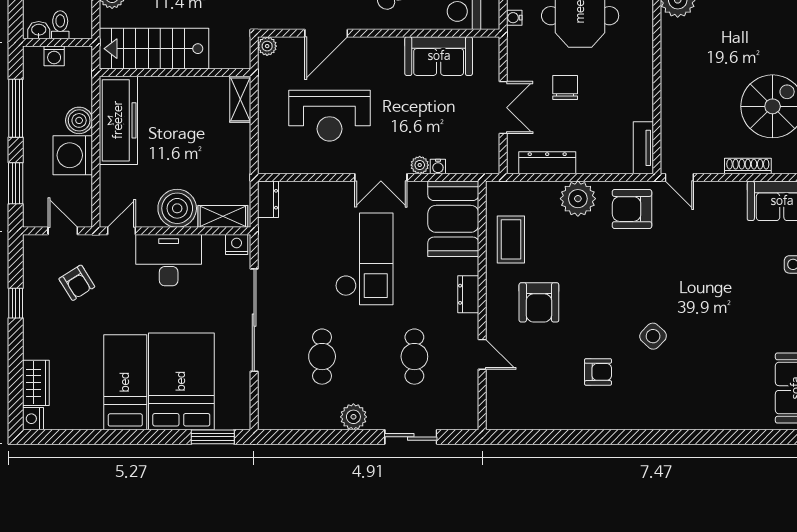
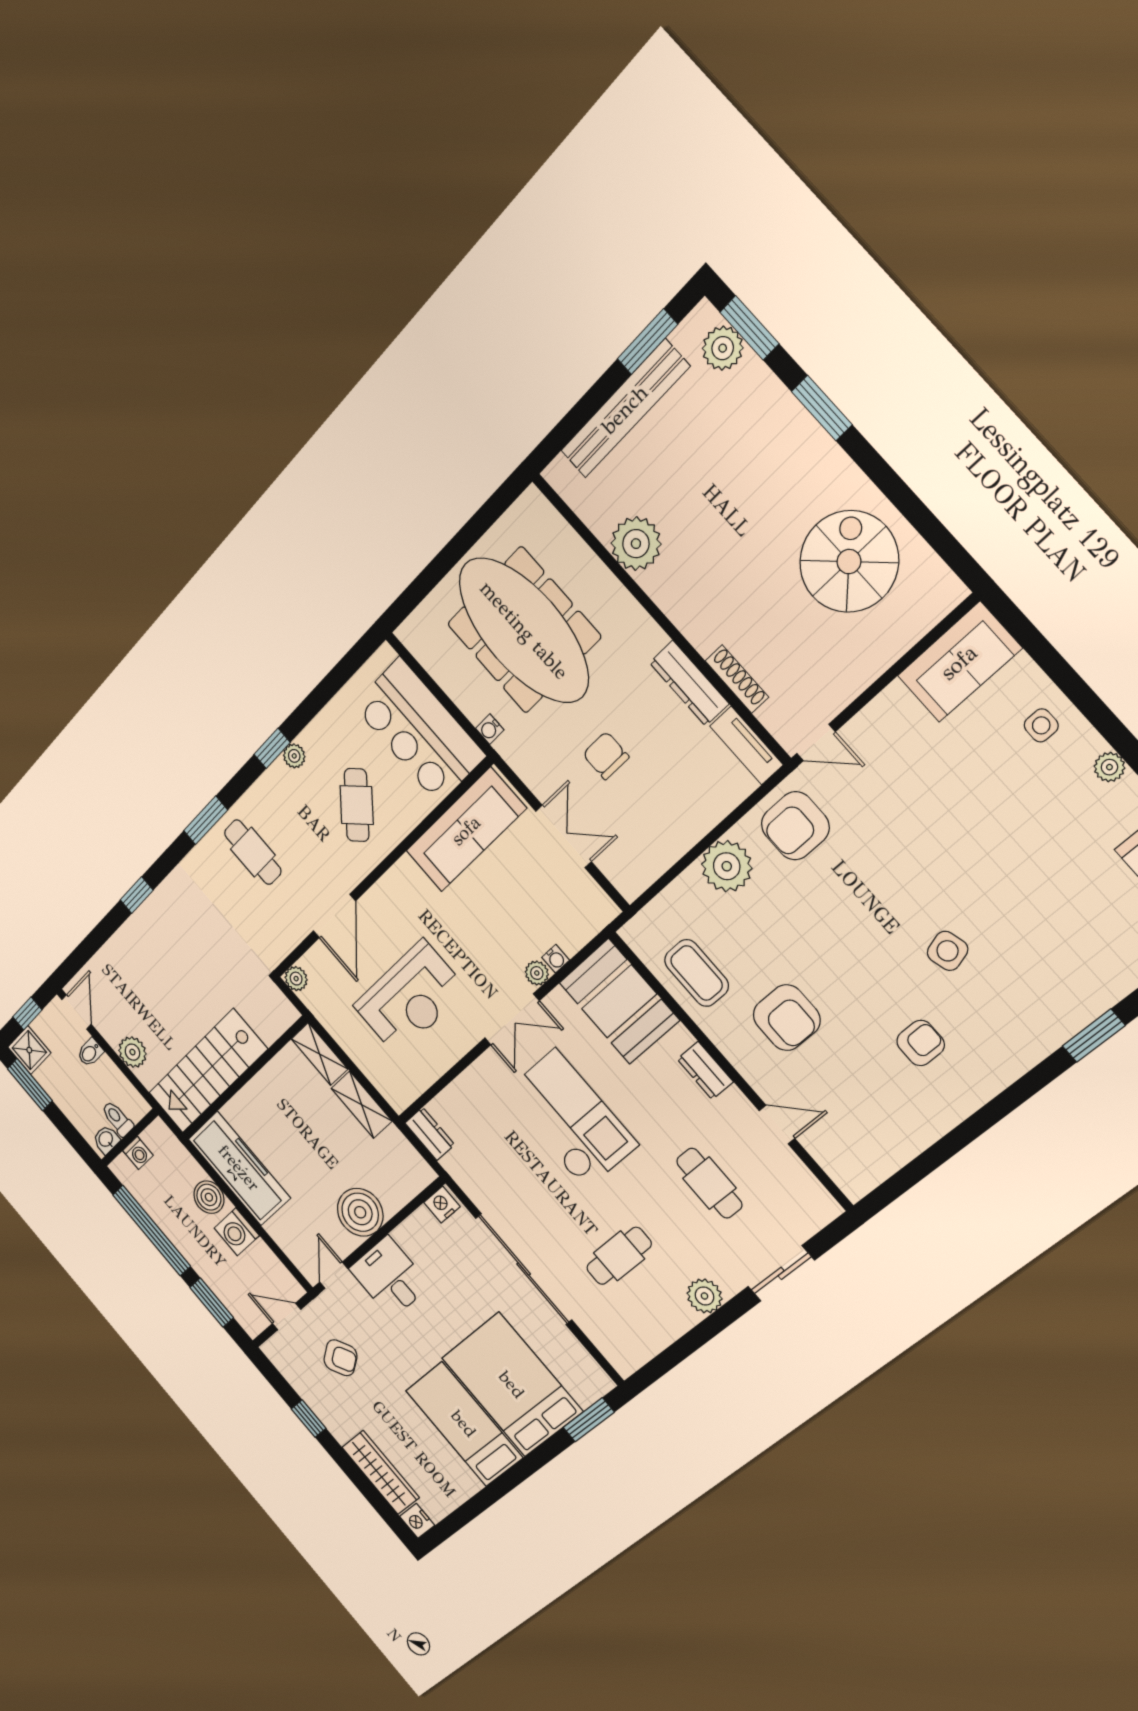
sofa: (439, 56) -> (466, 830), width x1.36
window: (16, 108) -> (152, 1231), width x1.46
washing machine: (73, 155) -> (237, 1232), width x0.73, depth x0.73
dresser: (547, 163) -> (689, 683), moved, turned -90
shoe rack: (748, 166) -> (737, 679), moved, turned 90
shelving: (223, 216) -> (362, 1105), moved, turned 90
desk: (169, 260) -> (390, 1277), width x0.73
side table: (653, 336) -> (948, 951), turned 31
cafe table: (322, 357) -> (619, 1256), turned 90
wardrobe: (36, 383) -> (381, 1472), width x1.50
window: (688, 437) -> (1094, 1036), added

